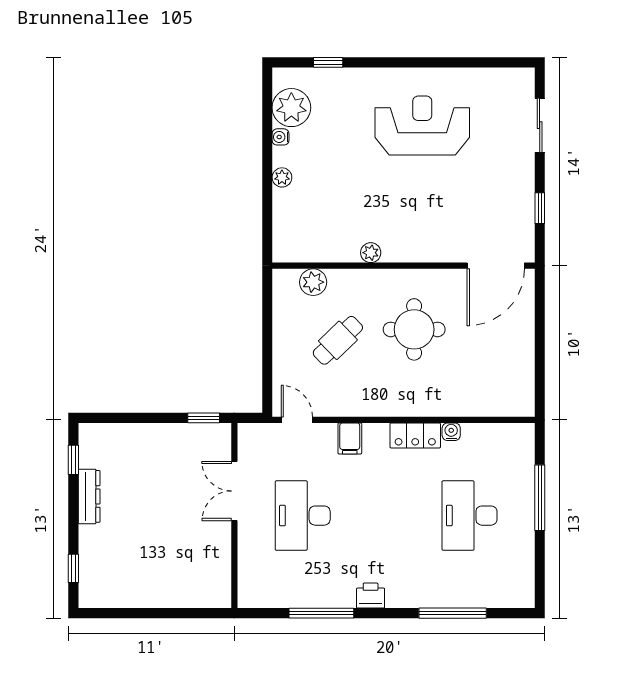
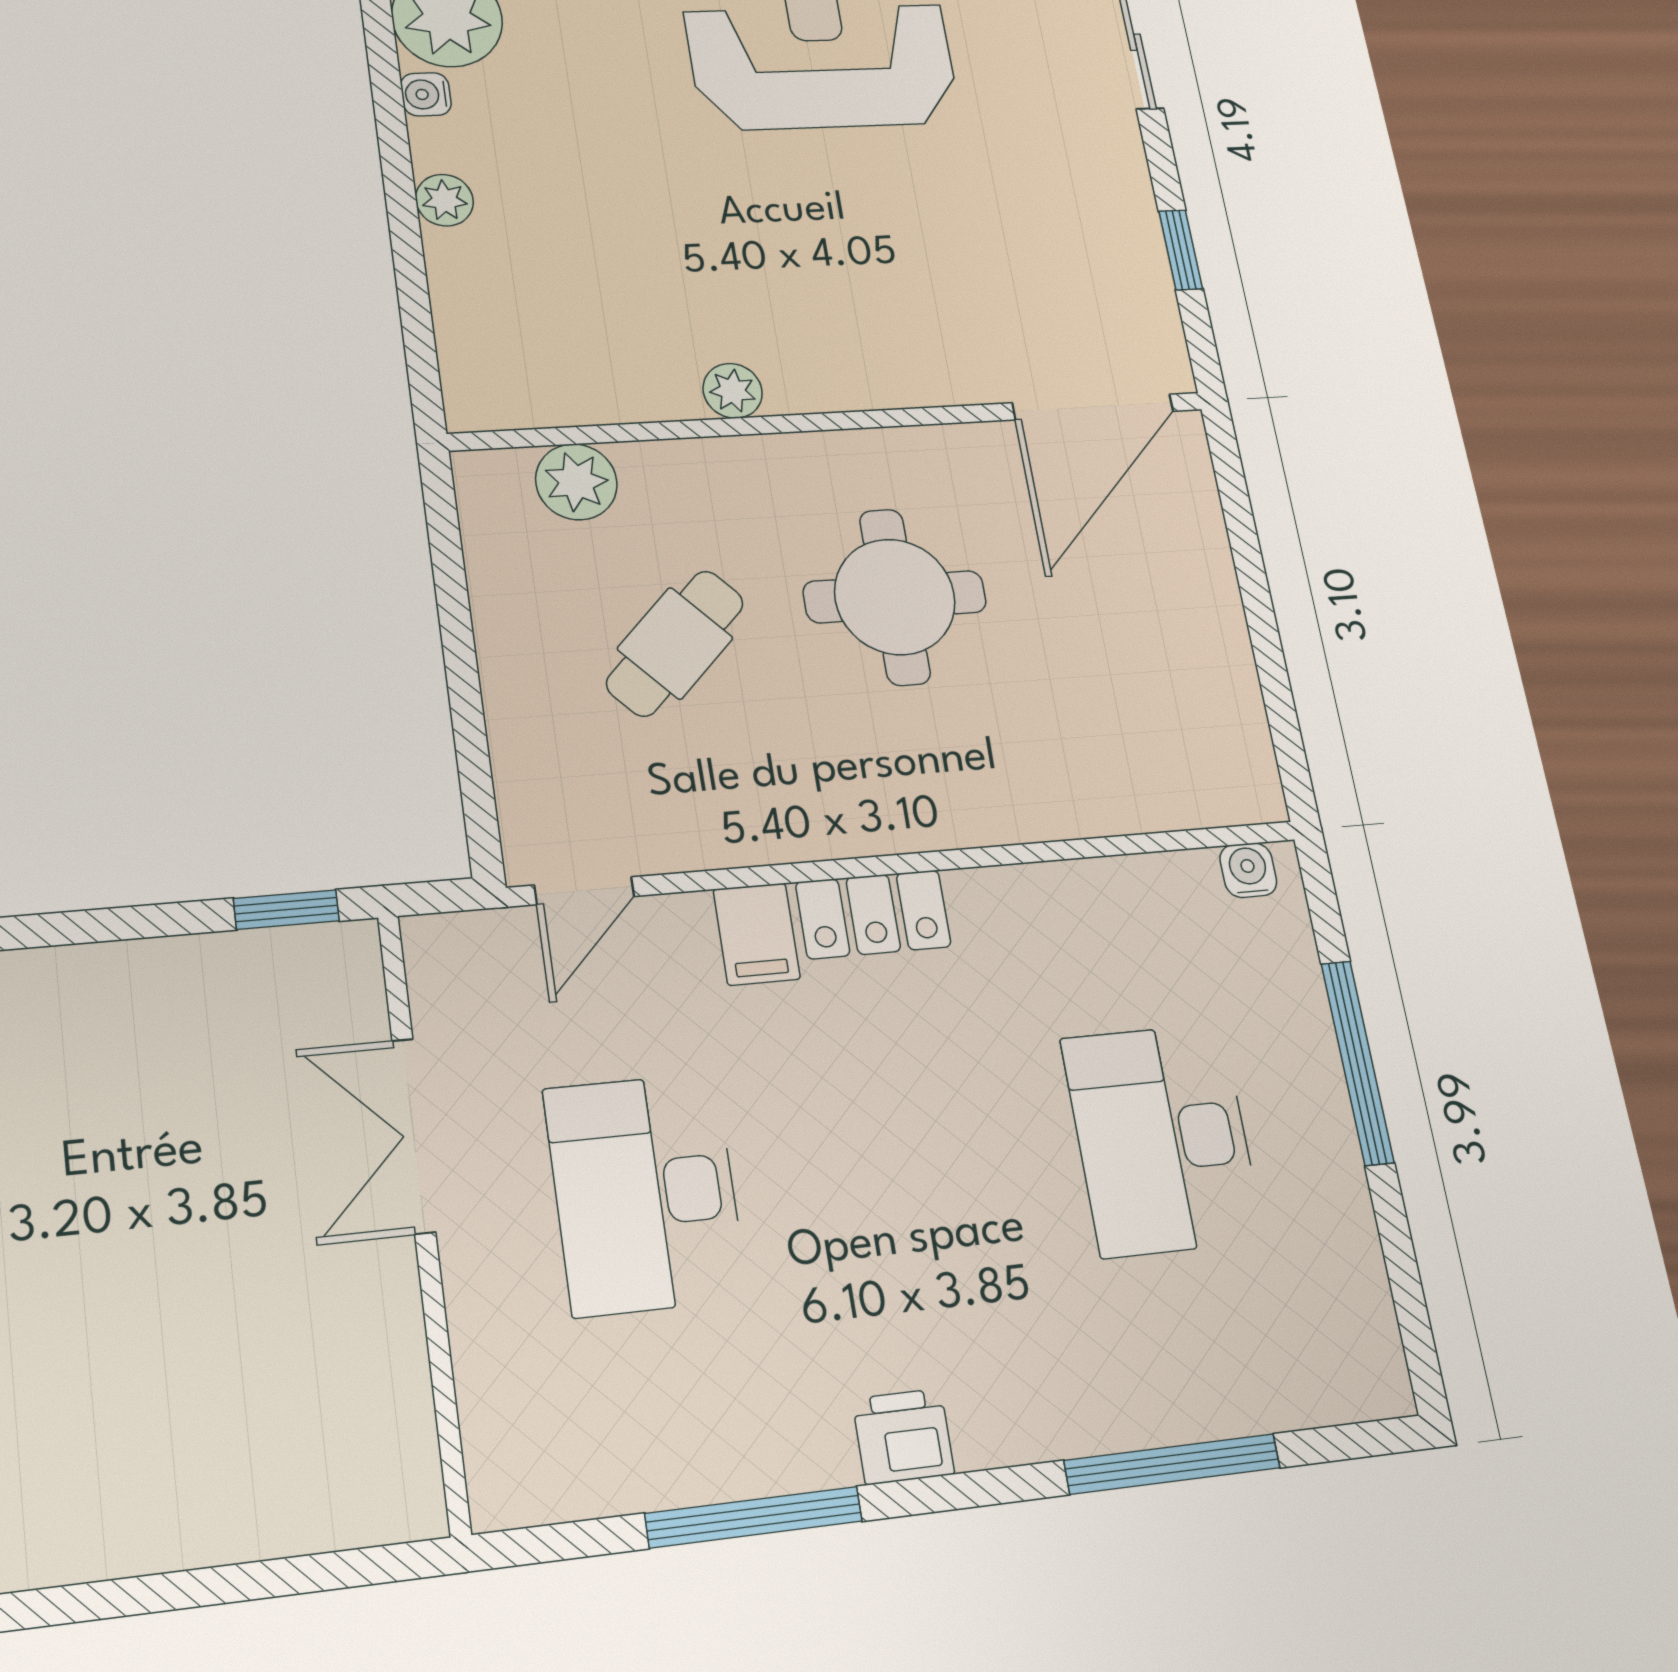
door: (297, 420) -> (584, 891), swing flipped
water cooler: (451, 432) -> (1248, 870), moved
locker: (415, 435) -> (873, 914), moved

